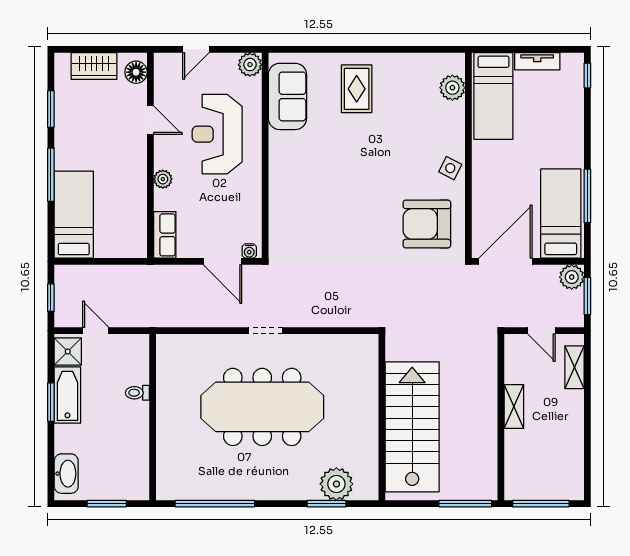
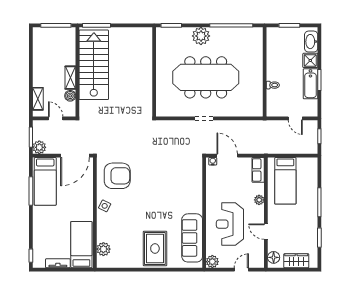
rug: (357, 89) -> (155, 249), width x1.36, depth x1.43
sofa: (287, 96) -> (192, 238), width x1.36
reception desk: (217, 134) -> (230, 224), turned 180
bed: (74, 215) -> (285, 181), moved
shower: (68, 352) -> (310, 60), moved
boiler: (514, 373) -> (70, 96), added
wall: (382, 417) -> (154, 72), moved
stairs: (412, 427) -> (94, 65), moved, turned 180
plant: (336, 484) -> (201, 36), moved

